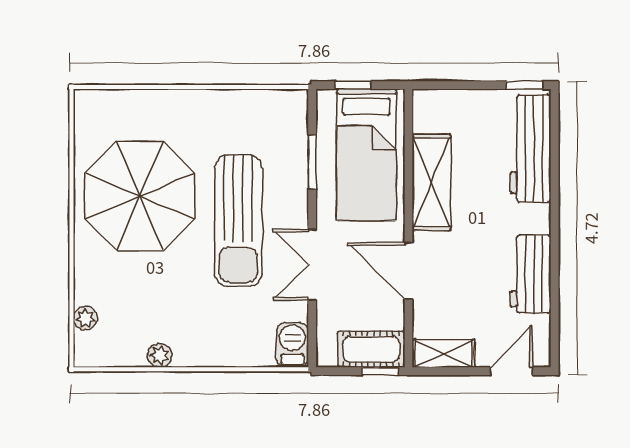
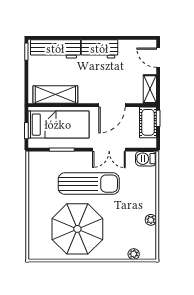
shelving: (431, 182) -> (55, 95), moved
workbench: (531, 274) -> (99, 49), moved

